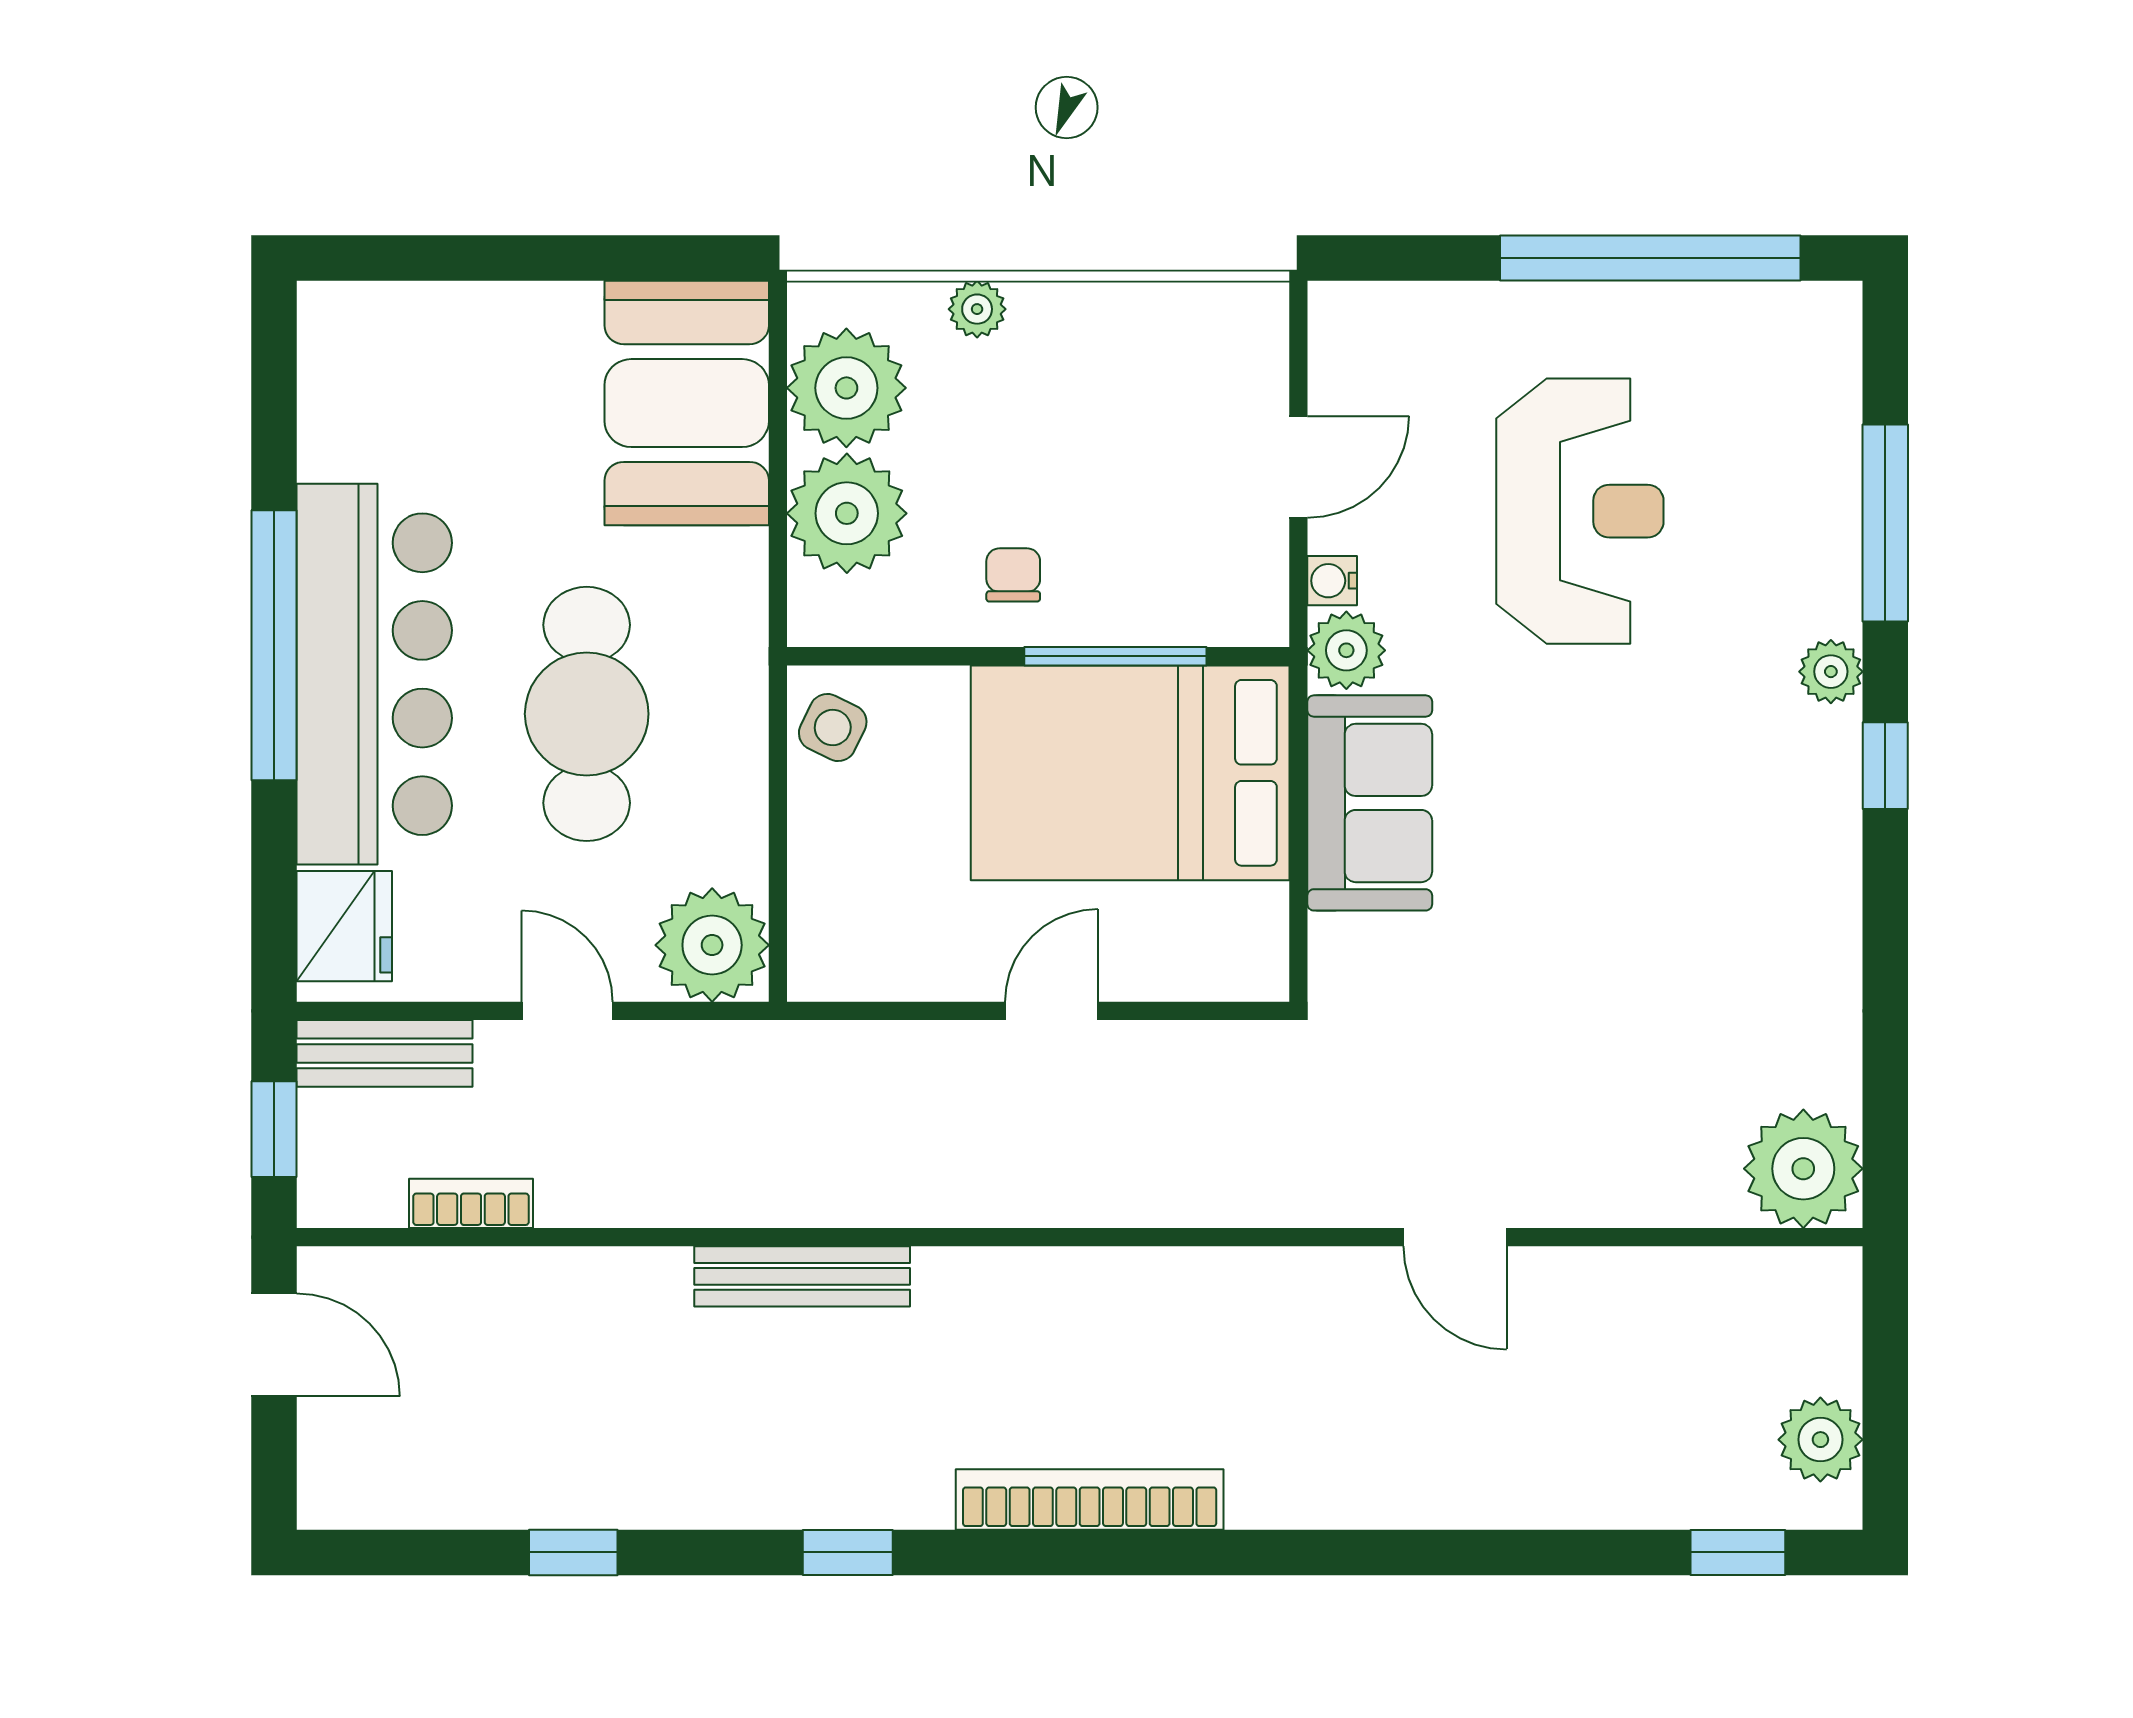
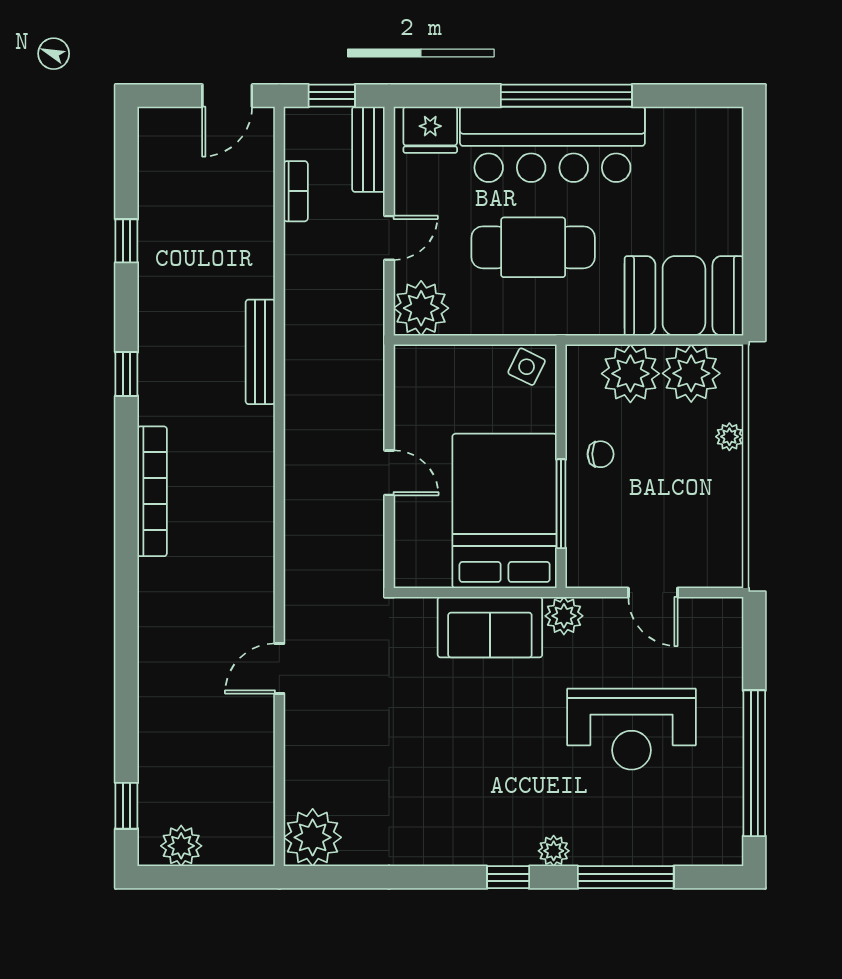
water cooler: (1332, 581) -> (598, 609), removed

